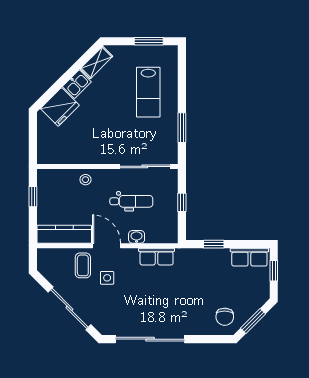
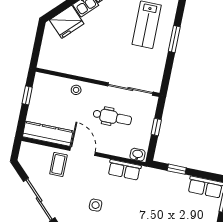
window: (182, 128) -> (174, 39), moved
washbasin: (137, 237) -> (138, 155), moved
side table: (107, 278) -> (96, 205), moved

